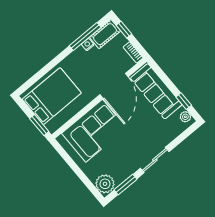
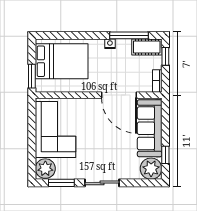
nightstand: (88, 44) -> (110, 44), moved
door: (114, 86) -> (119, 95), hinge flipped
plant: (185, 117) -> (151, 169), width x1.88, depth x1.88
corner sofa: (94, 131) -> (55, 129), moved, turned -90

